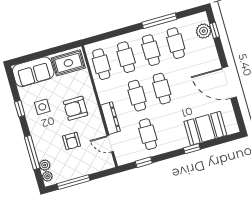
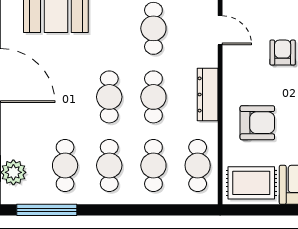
window: (159, 21) -> (47, 210), moved
armchair: (76, 108) -> (257, 123), moved
dresser: (110, 118) -> (208, 94), moved

